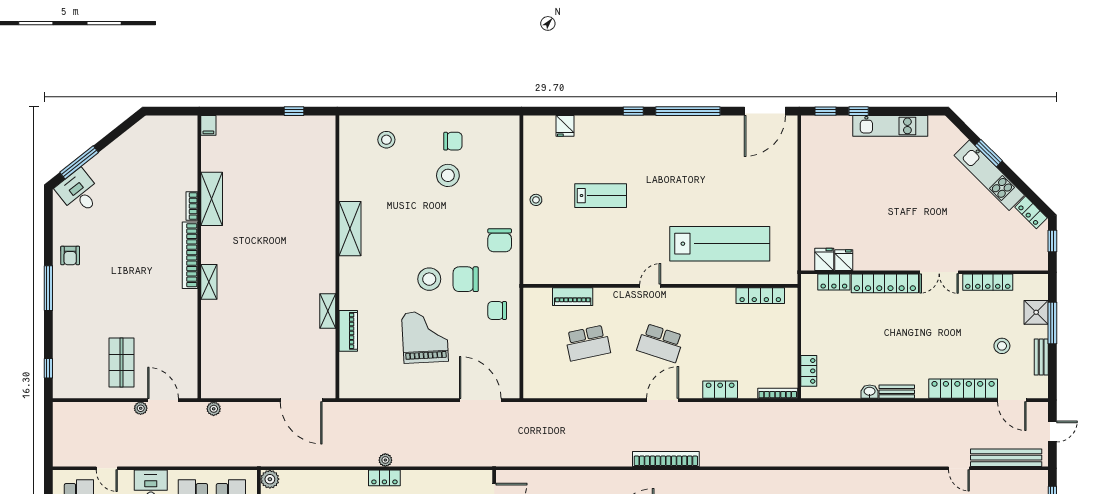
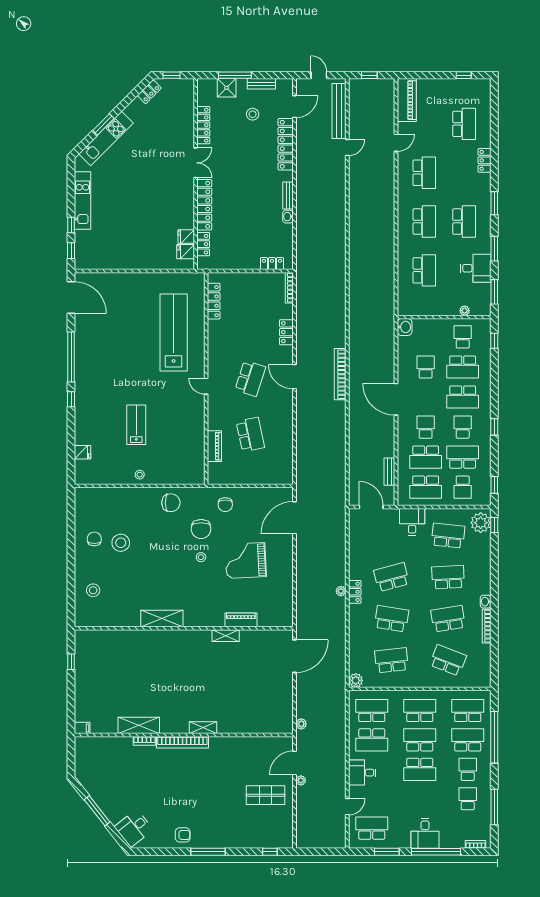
window: (79, 162) -> (97, 811), moved
kitchen unit: (989, 175) -> (106, 139), moved
stool: (429, 279) -> (201, 557), width x0.53, depth x0.53

